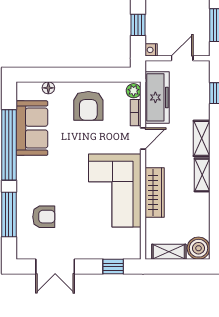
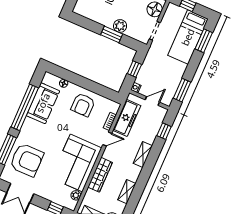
plant: (134, 91) -> (76, 195), moved
shelving: (202, 175) -> (127, 192), moved
armchair: (44, 217) -> (27, 160), width x1.88, depth x1.88

